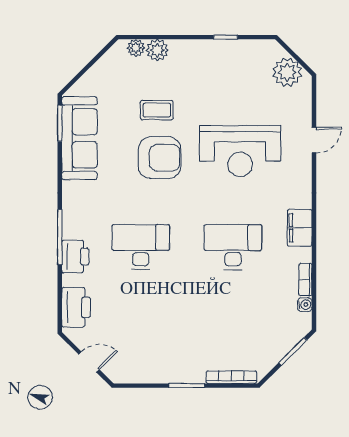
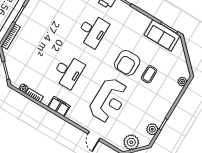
plant: (157, 50) -> (152, 129), moved
sofa: (79, 138) -> (162, 35), width x0.73
reception desk: (240, 151) -> (109, 100), turned 180

